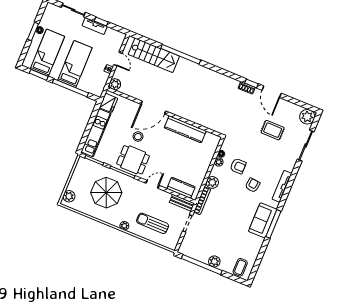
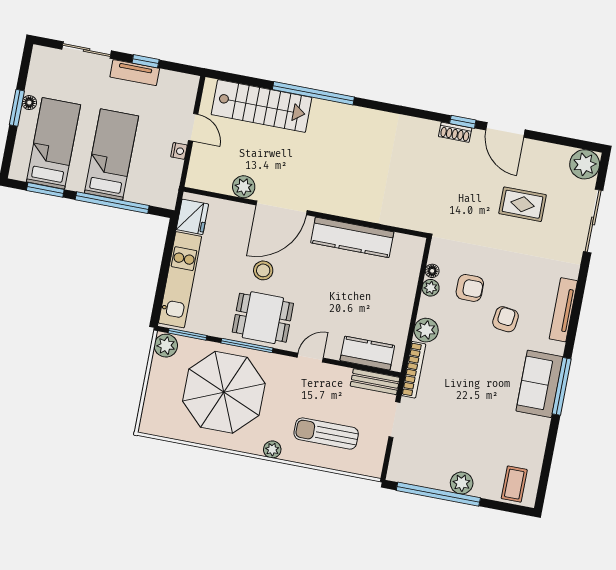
plant: (115, 84) -> (244, 187), moved
parasol: (106, 193) -> (224, 392), width x1.36, depth x1.36
plant: (69, 196) -> (166, 346), moved

